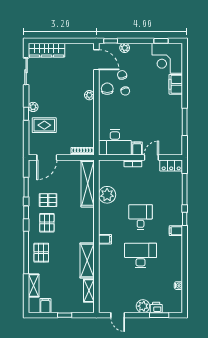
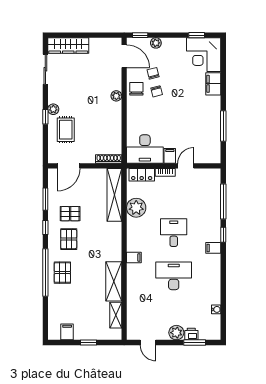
rug: (44, 125) -> (66, 130), turned 90
locker: (171, 165) -> (142, 175), moved
shelving: (34, 286) -> (54, 309), removed

